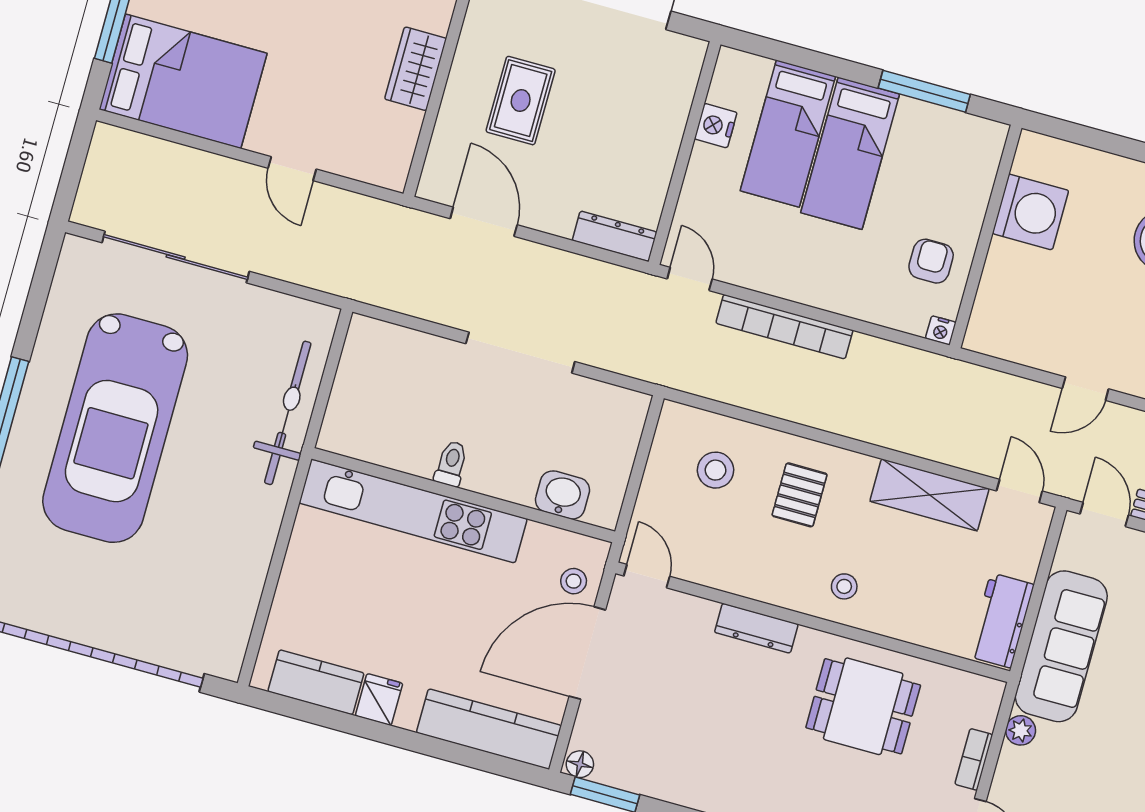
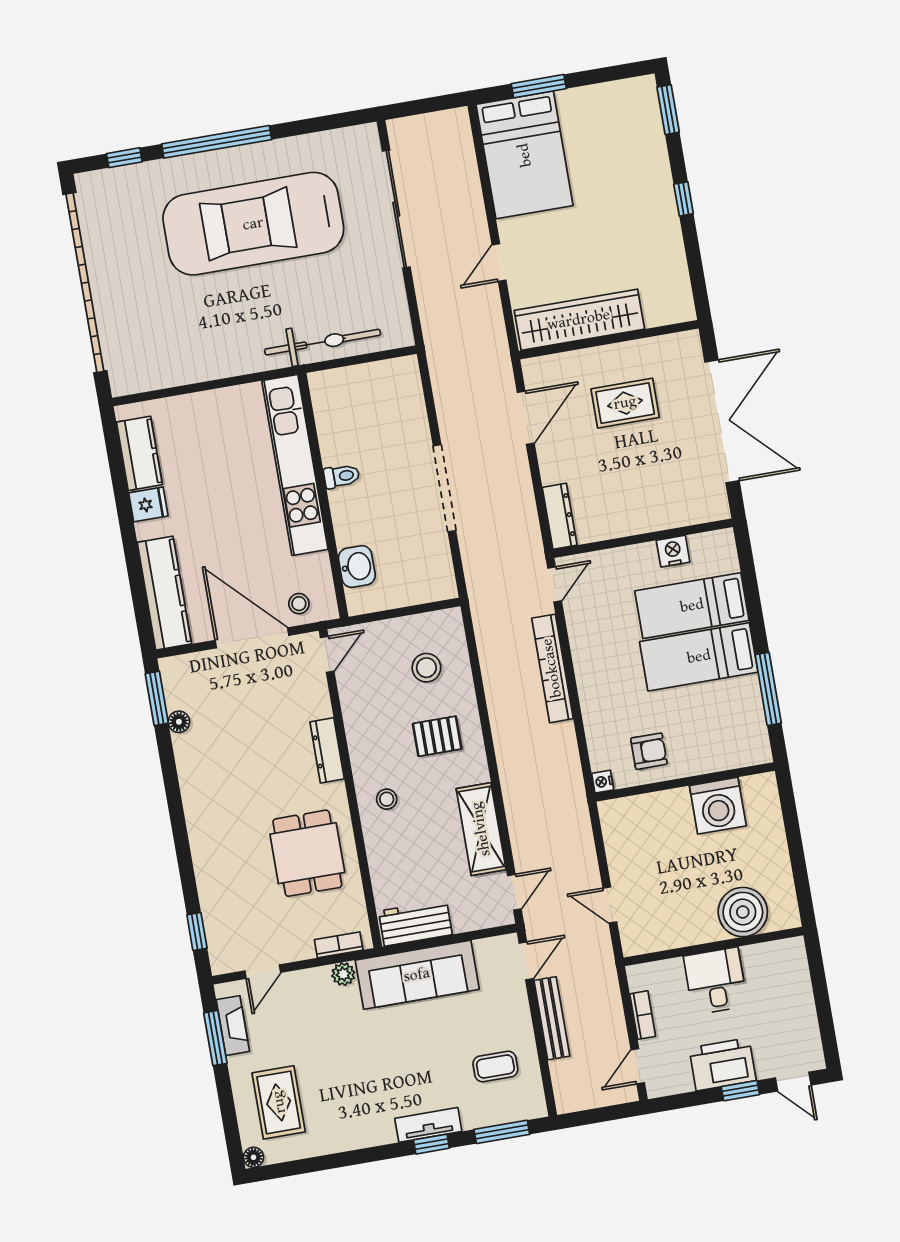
wardrobe: (416, 69) -> (579, 320), width x2.10, depth x1.17
bookcase: (974, 759) -> (339, 945), moved
floor lamp: (580, 764) -> (179, 722), moved

